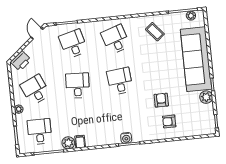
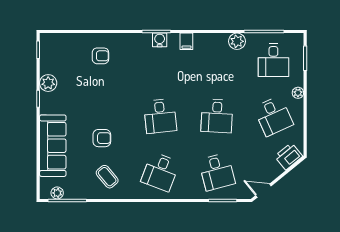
door: (37, 33) -> (263, 191), swing flipped
desk: (116, 39) -> (160, 172), turned 39
sofa: (196, 59) -> (53, 146), width x0.74, depth x0.79
armchair: (161, 100) -> (102, 138), moved, turned -90
filing cabinet: (80, 142) -> (186, 41), moved

